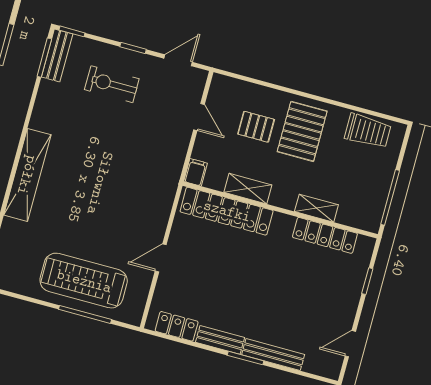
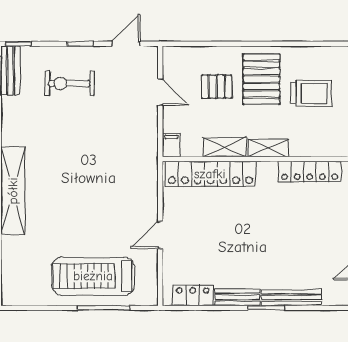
trolley: (368, 131) -> (311, 93), moved
shelving: (316, 208) -> (268, 148), moved

